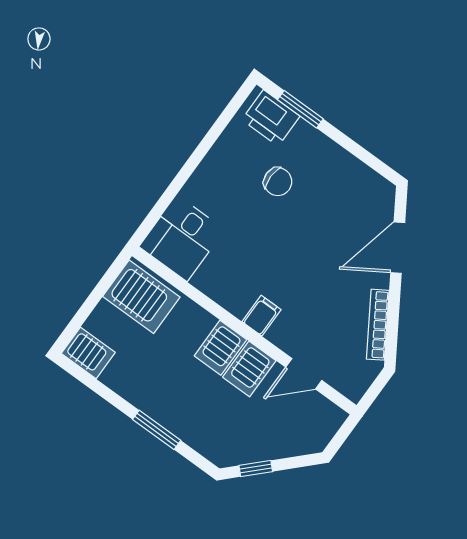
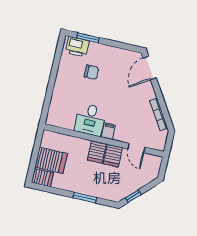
desk: (182, 238) -> (90, 120), moved
door: (398, 248) -> (150, 68), moved
server rack: (141, 297) -> (51, 160), moved
door: (304, 374) -> (136, 148), hinge flipped

